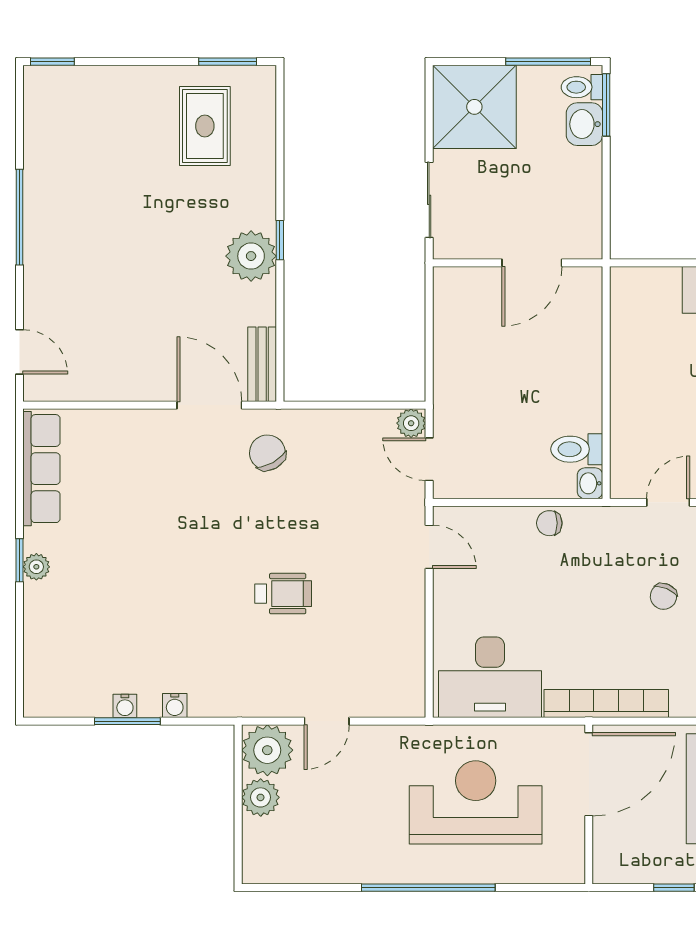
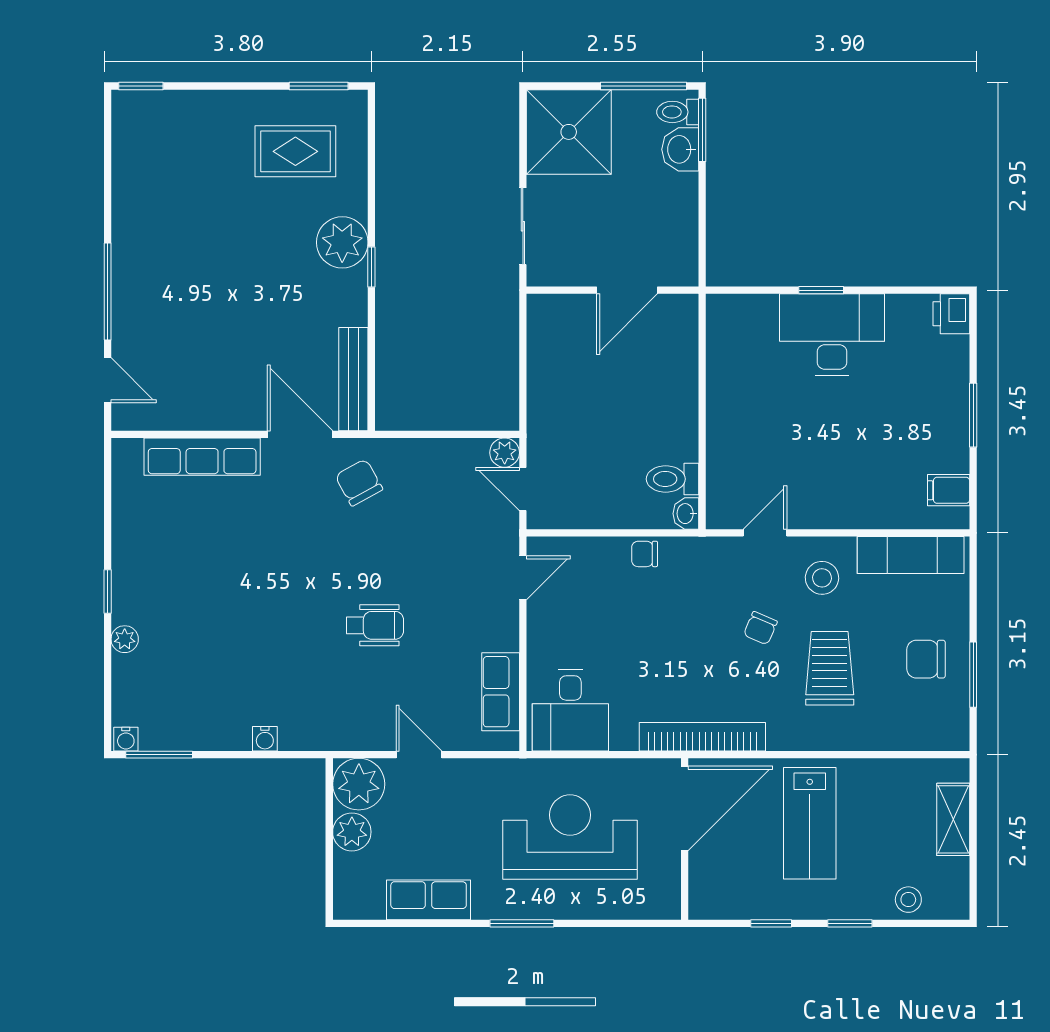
rug: (205, 126) -> (295, 151), turned 90
window: (20, 217) -> (108, 292), moved
plant: (251, 256) -> (342, 242), moved
bench: (262, 364) -> (353, 379), width x1.36
row of seats: (41, 469) -> (202, 457), moved, turned 90
door: (429, 547) -> (523, 578), hinge flipped
plant: (36, 567) -> (125, 639), moved
row of seats: (407, 659) -> (501, 692), added
desk: (490, 677) -> (570, 710), width x0.73
water cooler: (125, 706) -> (126, 739), moved
window: (127, 721) -> (159, 755), moved
door: (327, 721) -> (419, 755), swing flipped
row of seats: (336, 864) -> (429, 900), added
window: (428, 888) -> (522, 923), width x0.47

